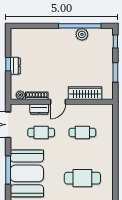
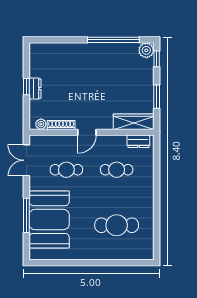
plant: (82, 34) -> (146, 50), moved
wardrobe: (85, 93) -> (134, 122), moved
dresser: (39, 109) -> (138, 141), moved

